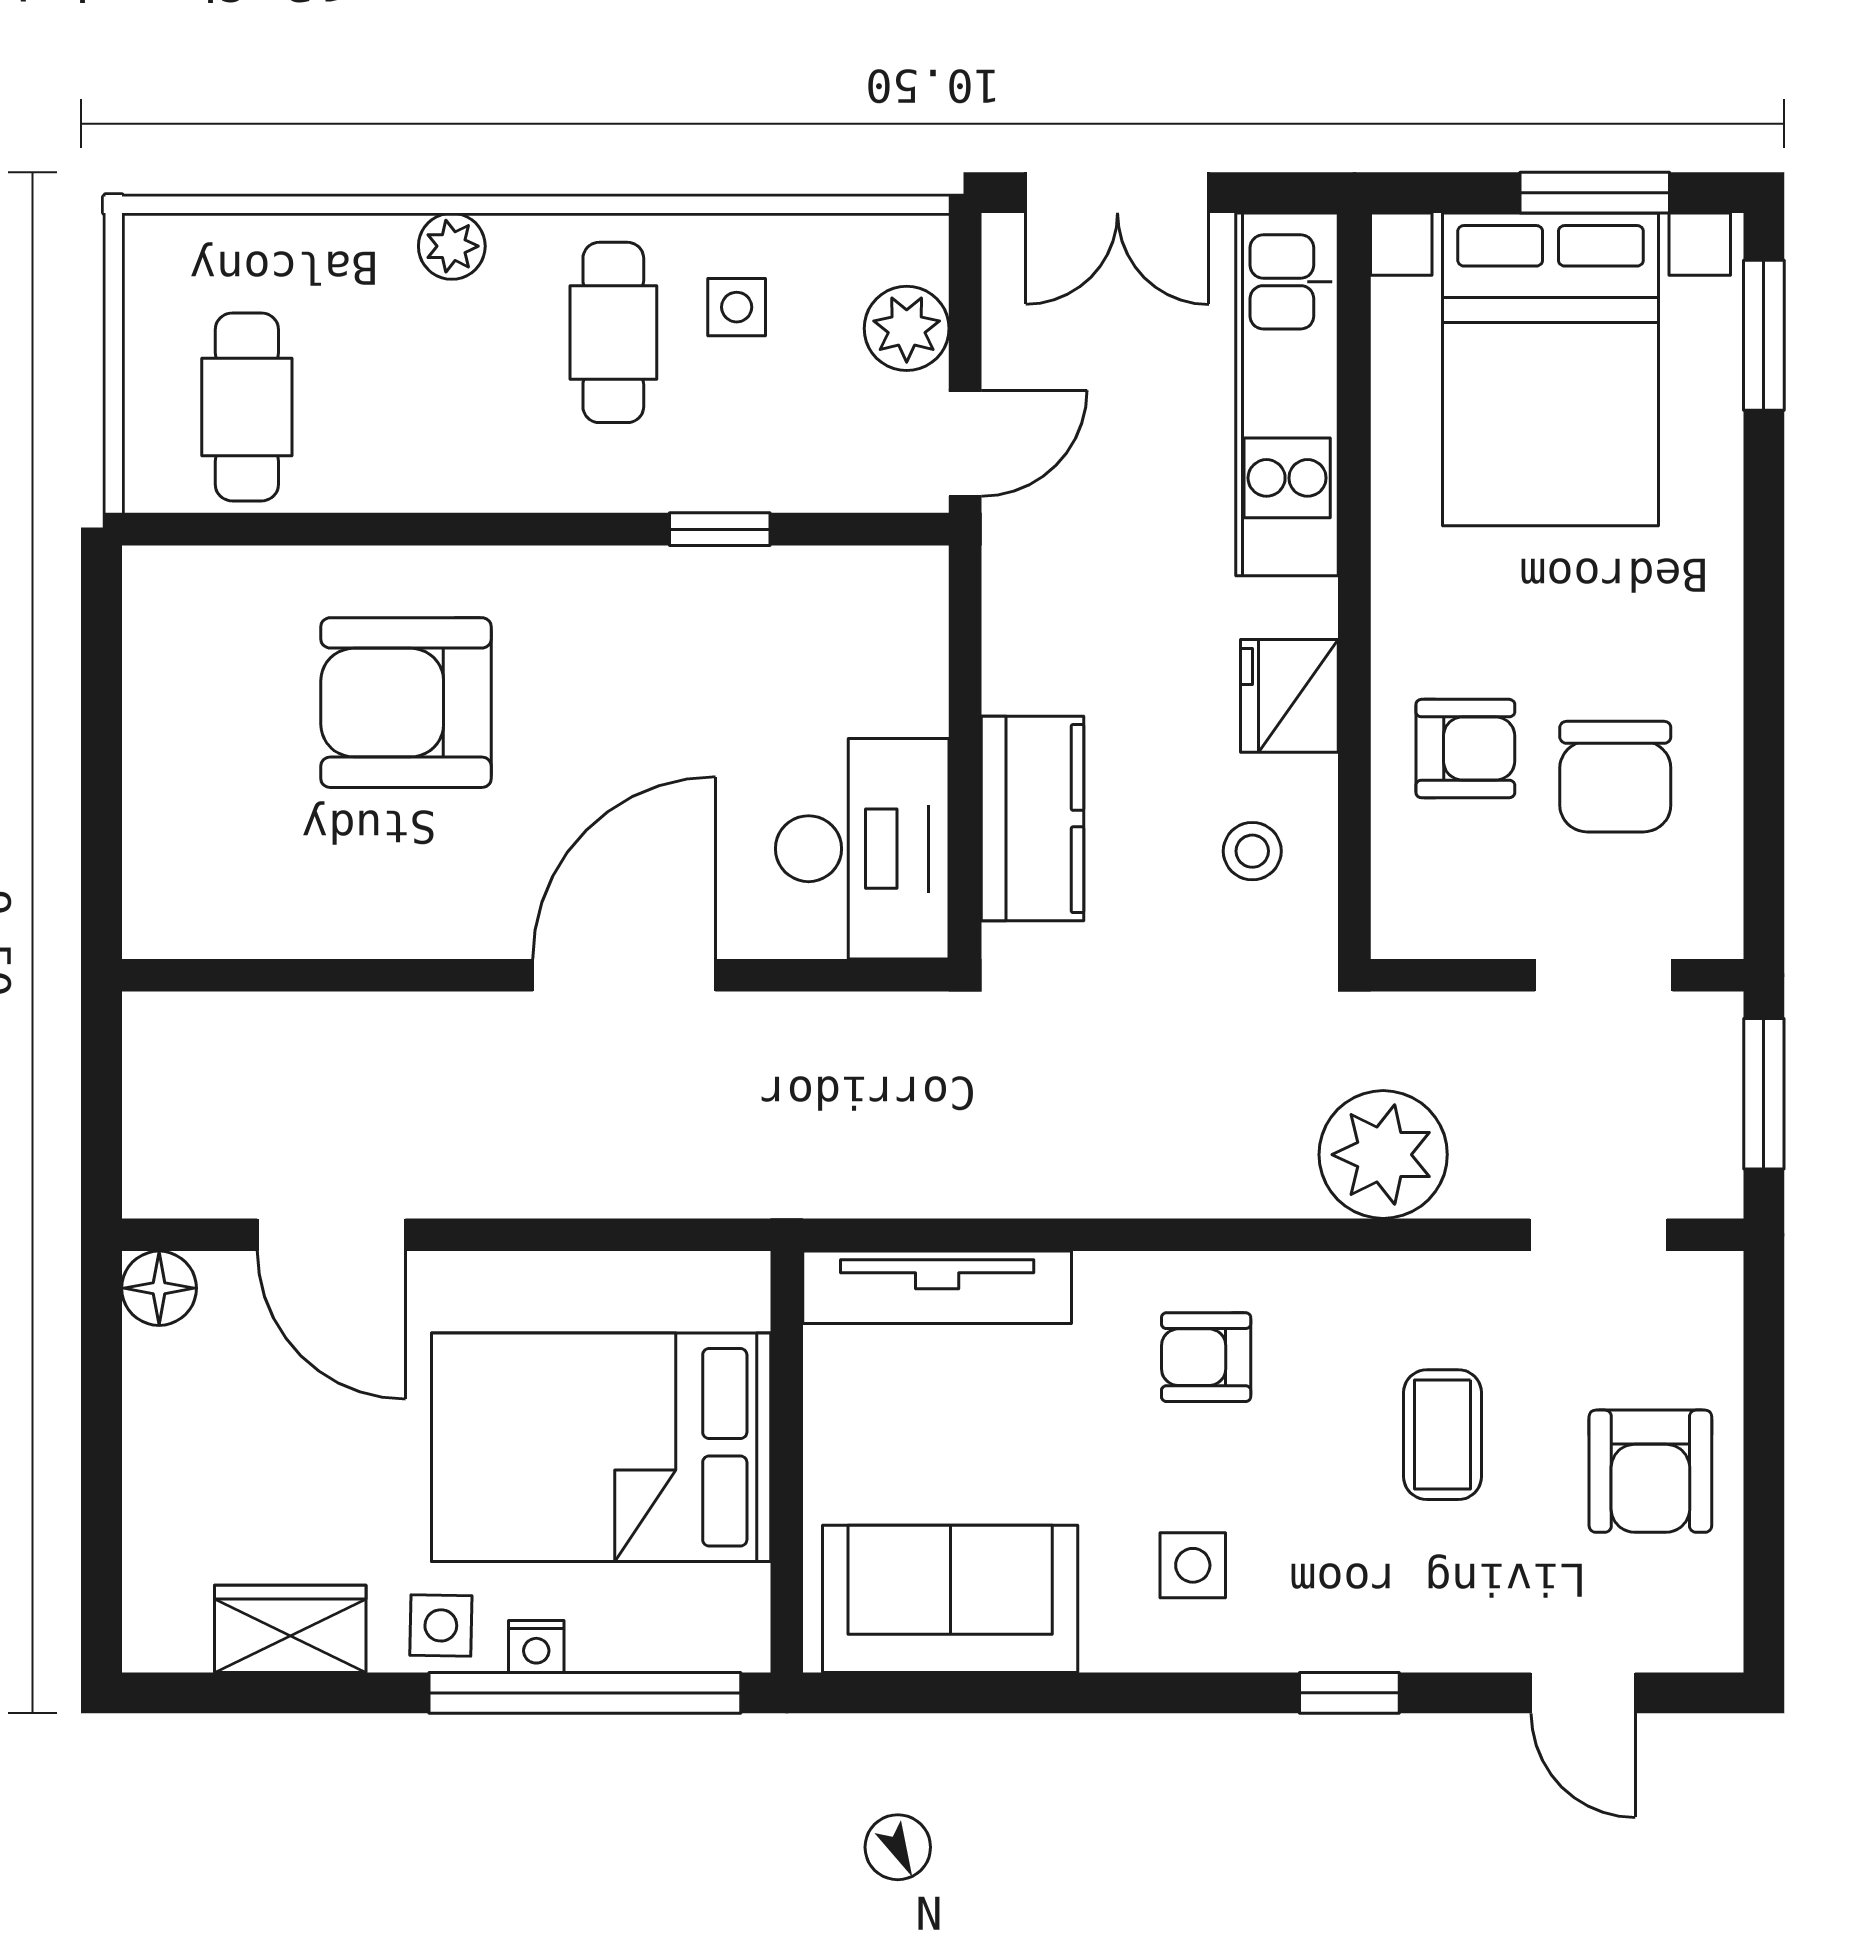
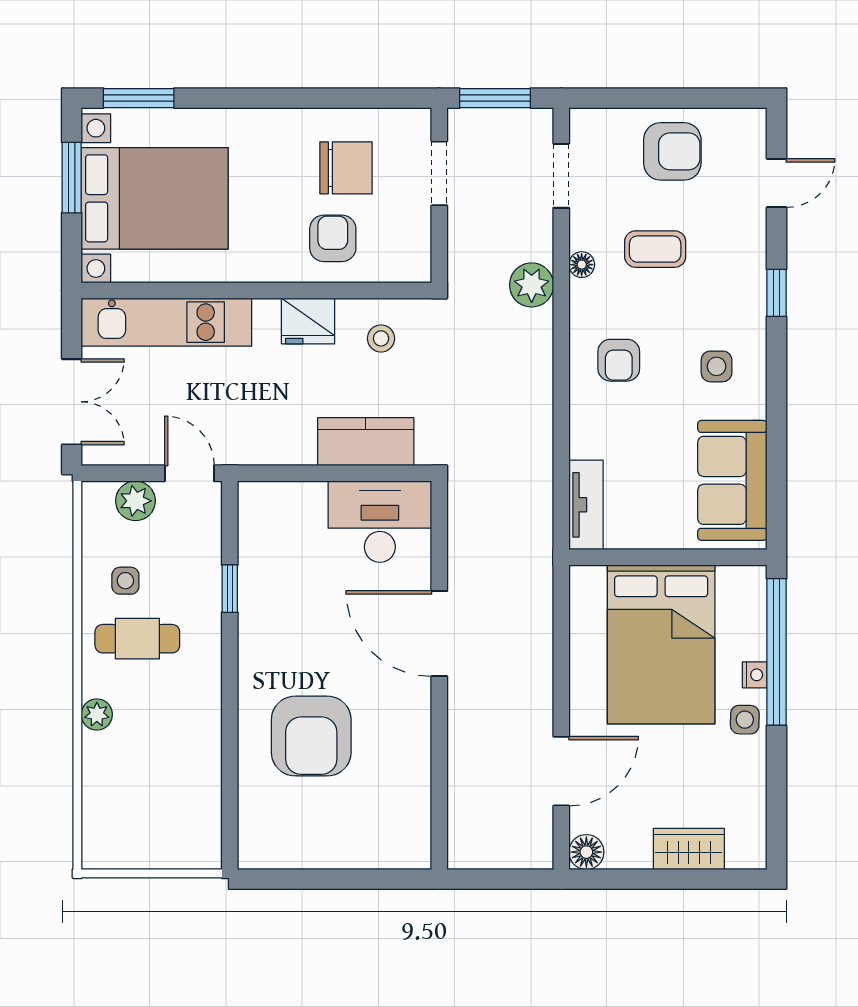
cafe table: (247, 407) -> (172, 811), removed
plant: (1383, 1155) -> (532, 285), width x0.73, depth x0.73
floor lamp: (1409, 1278) -> (582, 265), added
tv unit: (937, 1287) -> (586, 505), width x0.71
wardrobe: (290, 1629) -> (689, 849), moved, turned 90

